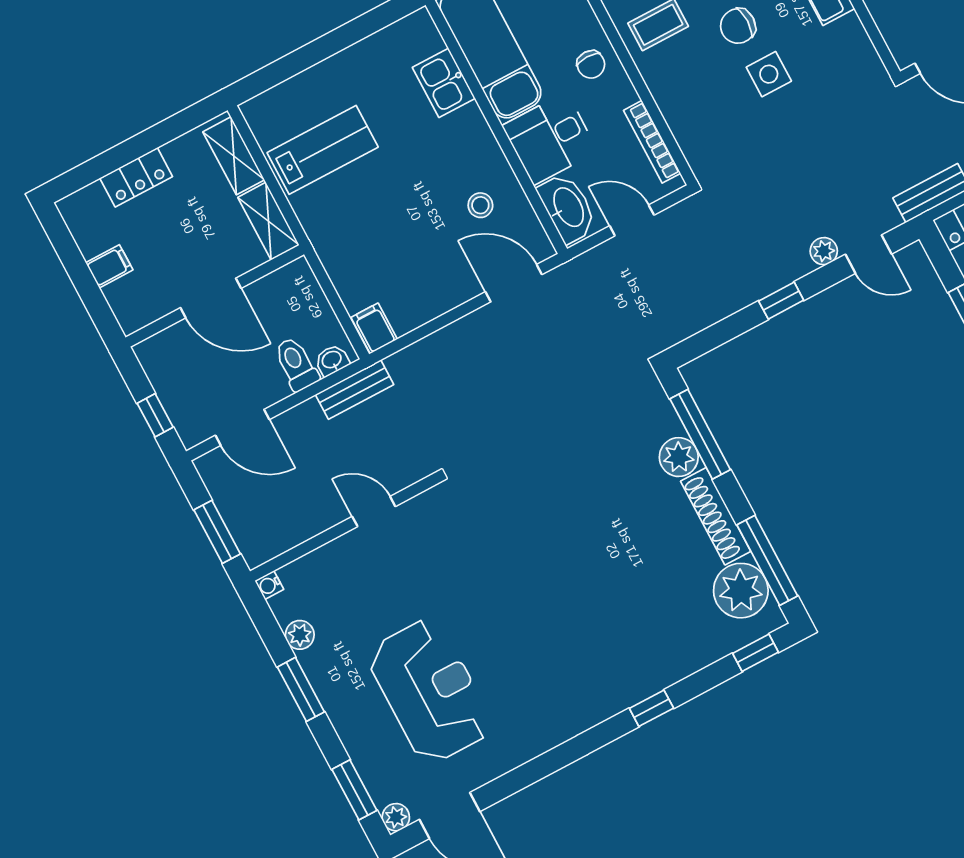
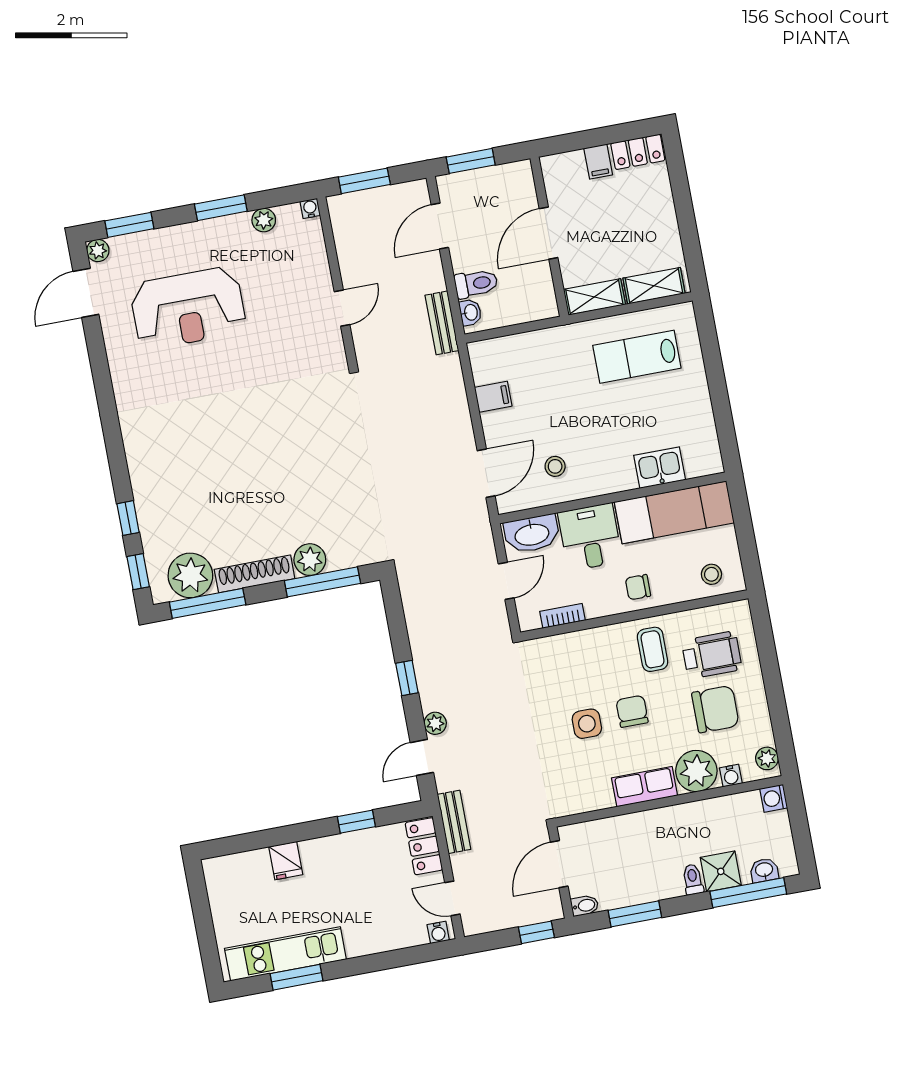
bookcase: (652, 142) -> (563, 616), width x0.64
lab bench: (323, 150) -> (637, 357), turned 90
locker: (136, 177) -> (638, 152), moved, turned -90
filing cabinet: (374, 328) -> (493, 397), moved
window: (155, 415) -> (471, 161), width x1.50
window: (651, 708) -> (128, 518), moved

